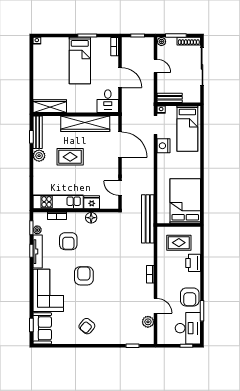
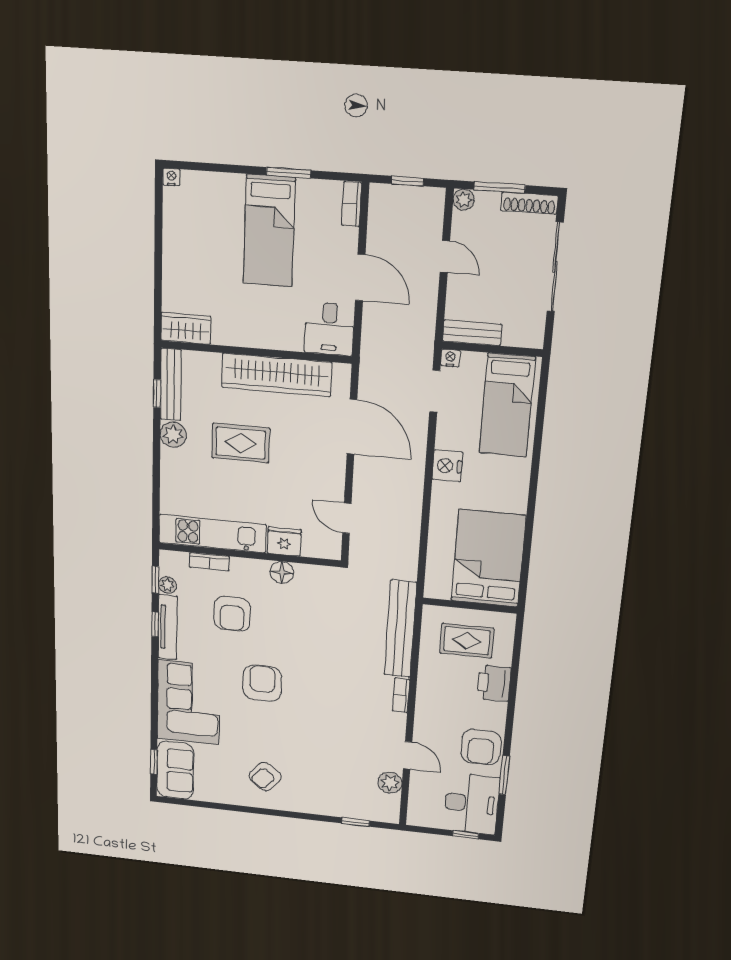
wardrobe: (50, 106) -> (186, 328), width x0.67
nightstand: (163, 146) -> (447, 466), moved
bench: (148, 219) -> (400, 629), moved

